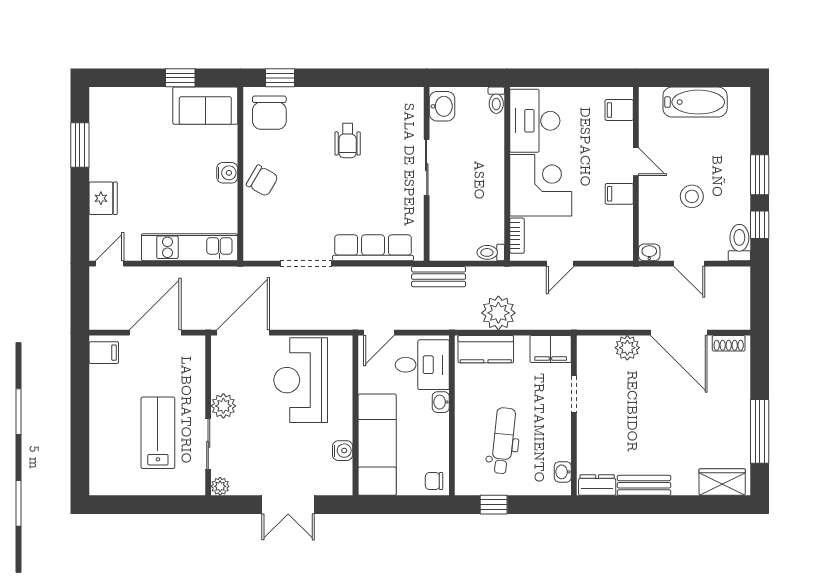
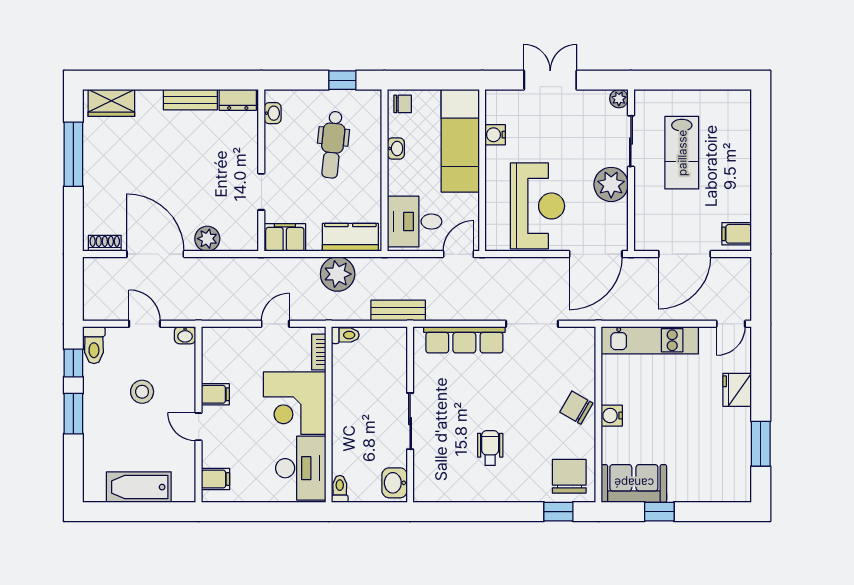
washbasin: (441, 402) -> (396, 148), moved
plant: (223, 406) -> (611, 184), width x1.36, depth x1.36

